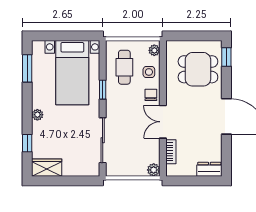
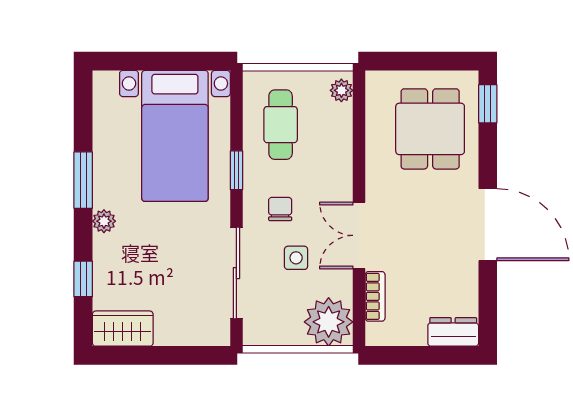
window: (27, 68) -> (83, 180), moved
dining table: (198, 69) -> (430, 129), turned 90
side table: (149, 72) -> (296, 258), moved
chair: (151, 95) -> (280, 209), moved
plant: (154, 170) -> (329, 322), width x1.87, depth x1.87

